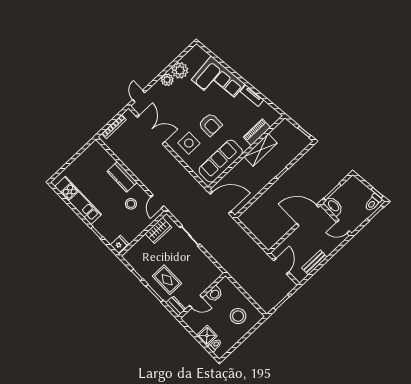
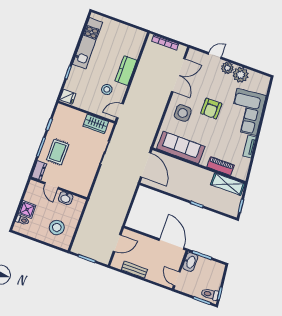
door: (139, 96) -> (215, 56), moved
armchair: (210, 125) -> (211, 109), moved
shelving: (261, 150) -> (228, 184), moved

